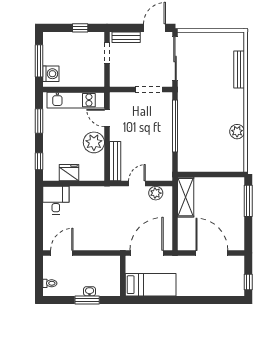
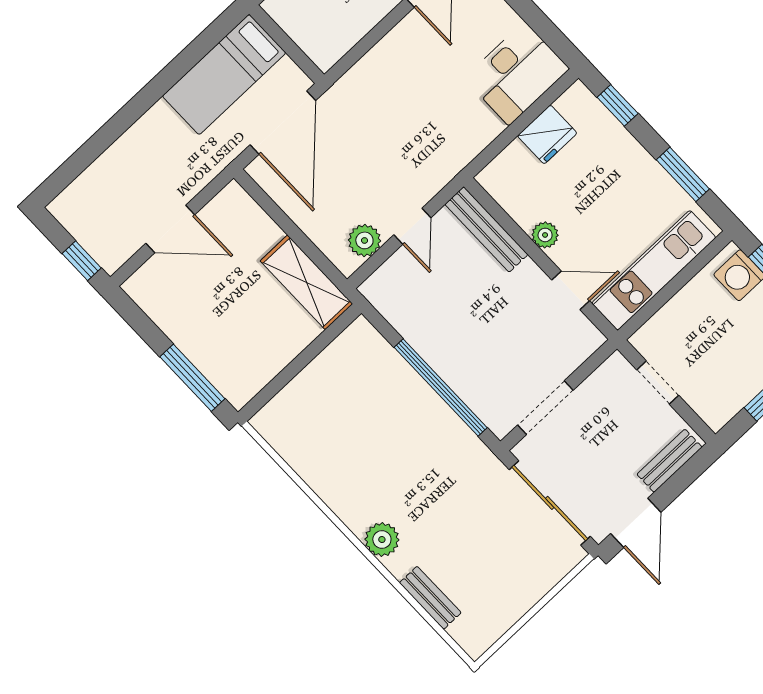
doorway: (107, 53) -> (658, 383), moved
bench: (239, 69) -> (430, 598), width x0.73
plant: (237, 132) -> (382, 540), moved
plant: (94, 142) -> (545, 235), width x0.53, depth x0.53
desk: (56, 200) -> (517, 73), width x1.37
door: (212, 253) -> (170, 229), width x0.73
window: (248, 282) -> (82, 261), moved

